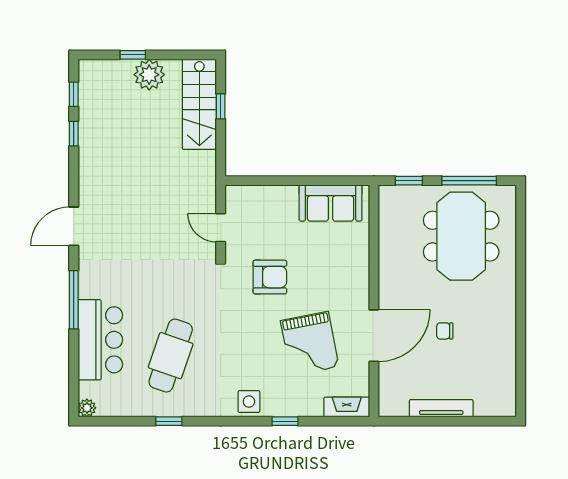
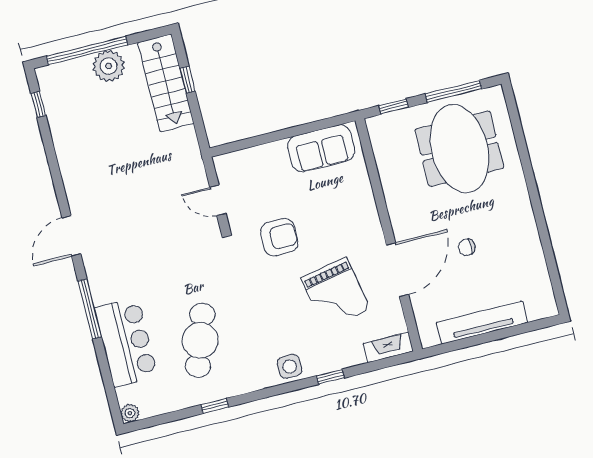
window: (133, 55) -> (87, 50), width x3.17
window: (74, 134) -> (48, 144), removed
tv unit: (441, 408) -> (482, 322), width x1.36, depth x1.29

